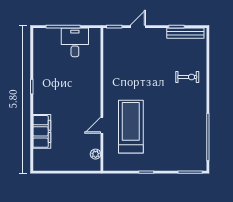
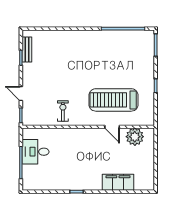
bench: (185, 33) -> (27, 49), width x0.73
exercise bike: (187, 77) -> (63, 111), moved
plant: (96, 154) -> (135, 137), width x1.87, depth x1.87

